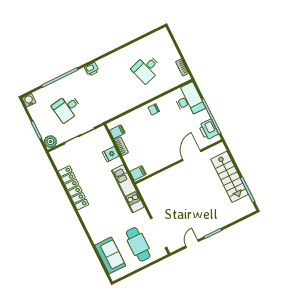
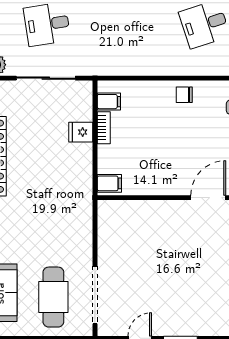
kitchen unit: (128, 189) -> (81, 200), removed

